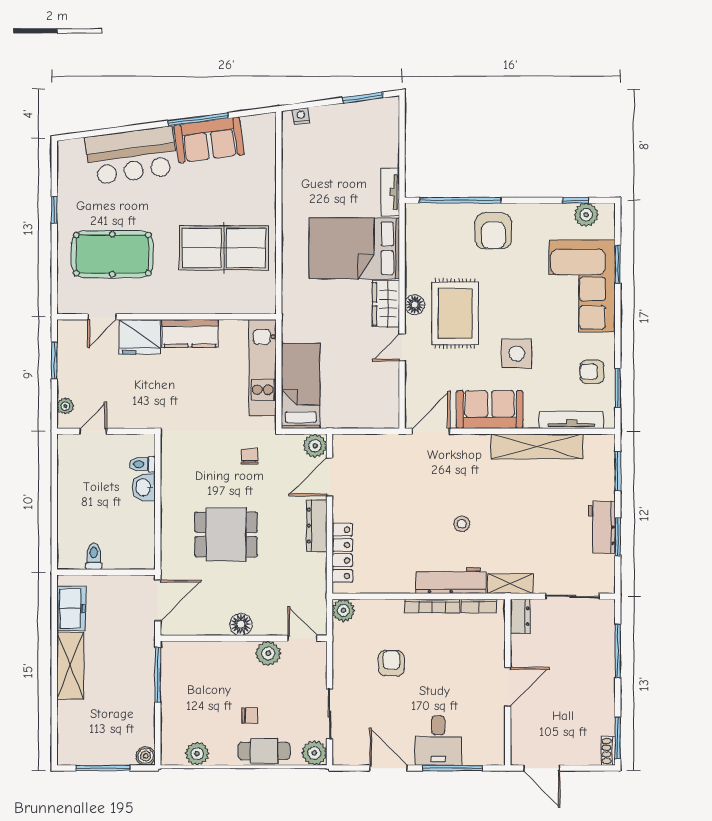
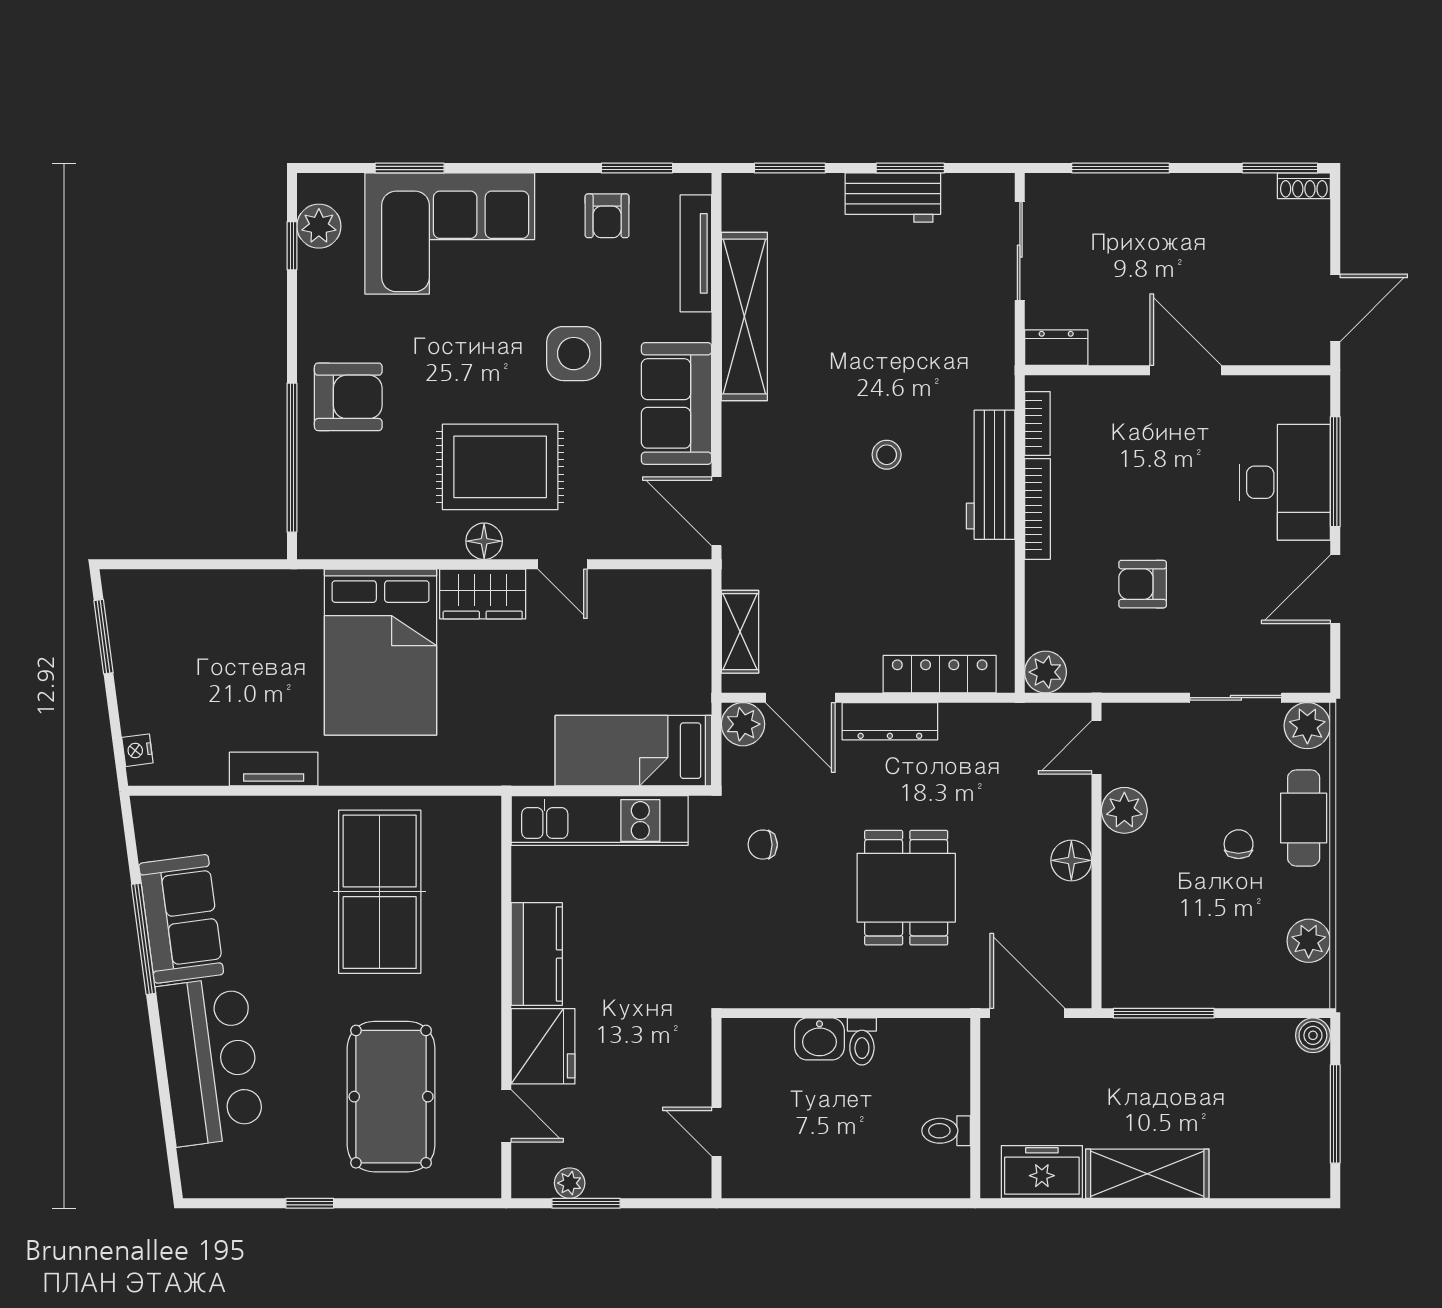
tv unit: (390, 192) -> (274, 769), moved, turned 180
plant: (65, 406) -> (570, 1183), moved
toilet: (142, 464) -> (862, 1041), moved
shelving: (510, 584) -> (740, 632), moved
desk: (438, 741) -> (1285, 482), width x1.37

